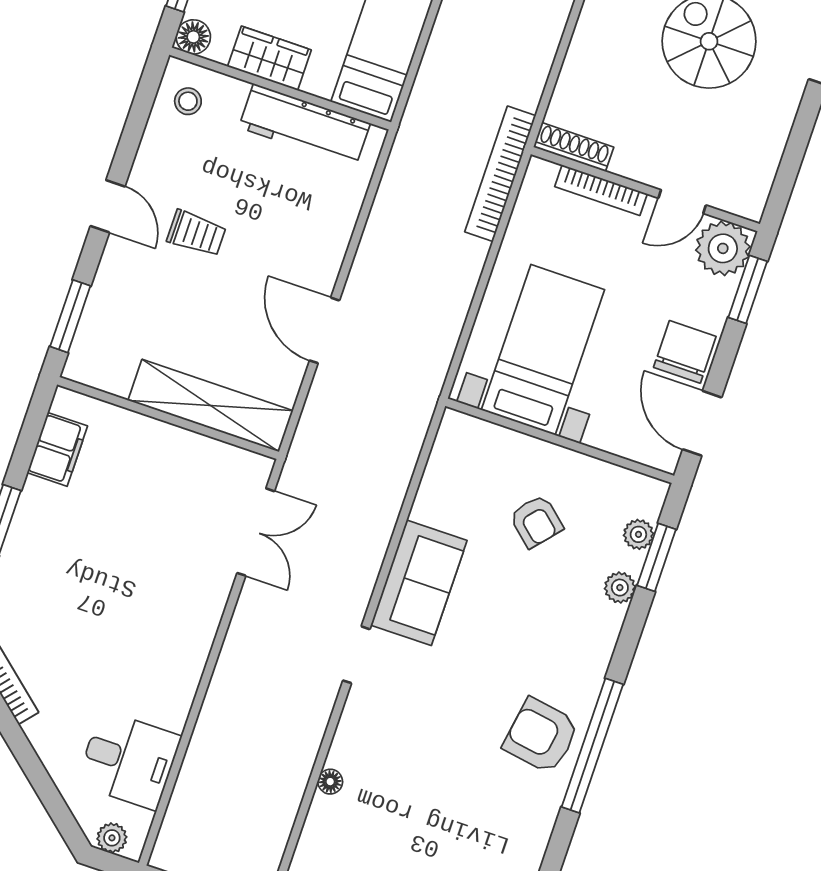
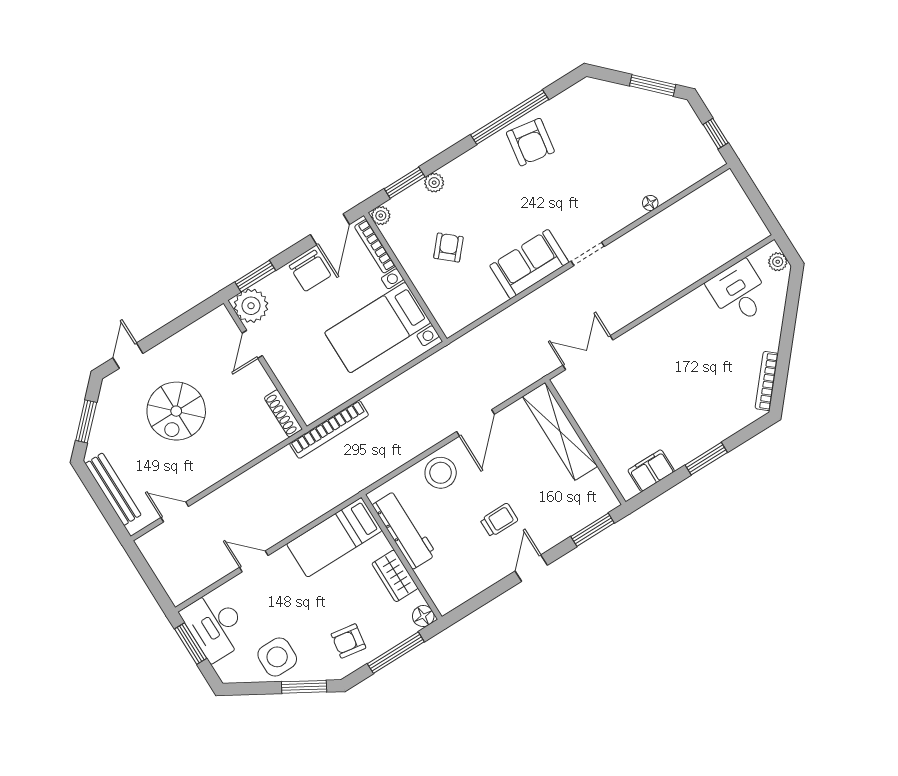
stool: (188, 101) -> (441, 473), moved, width x1.89, depth x1.89
bookcase: (601, 190) -> (375, 246), moved, turned 180
door: (682, 202) -> (252, 344), swing flipped
trolley: (196, 233) -> (499, 520), turned 90
chair: (685, 352) -> (310, 271), turned -90
plant: (638, 534) -> (381, 216), moved

